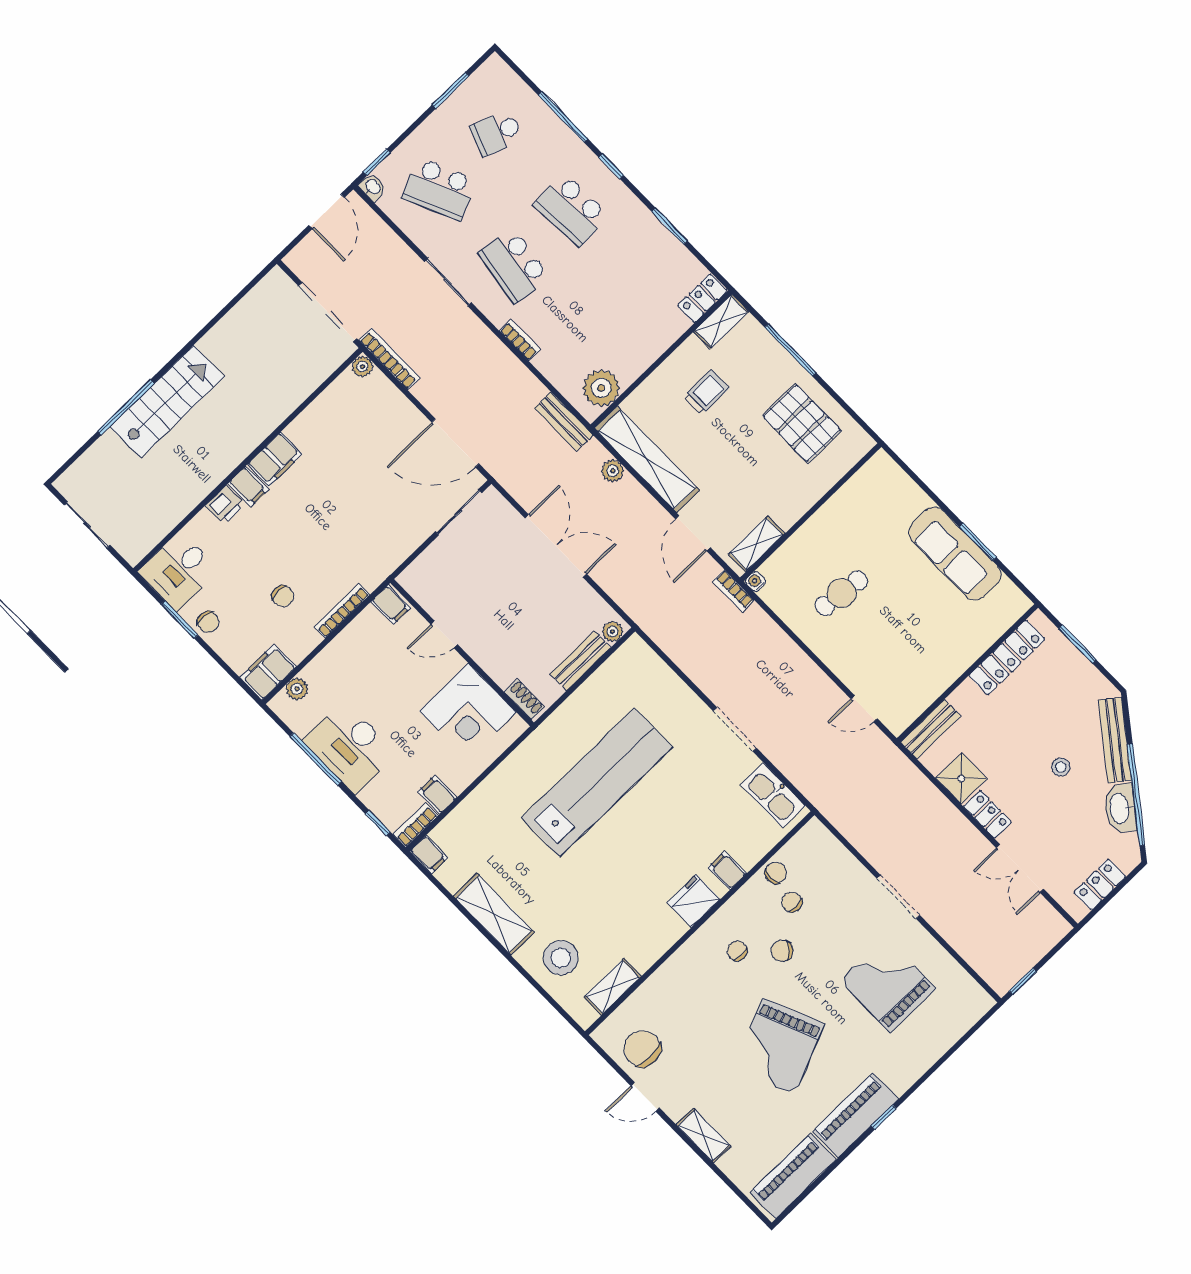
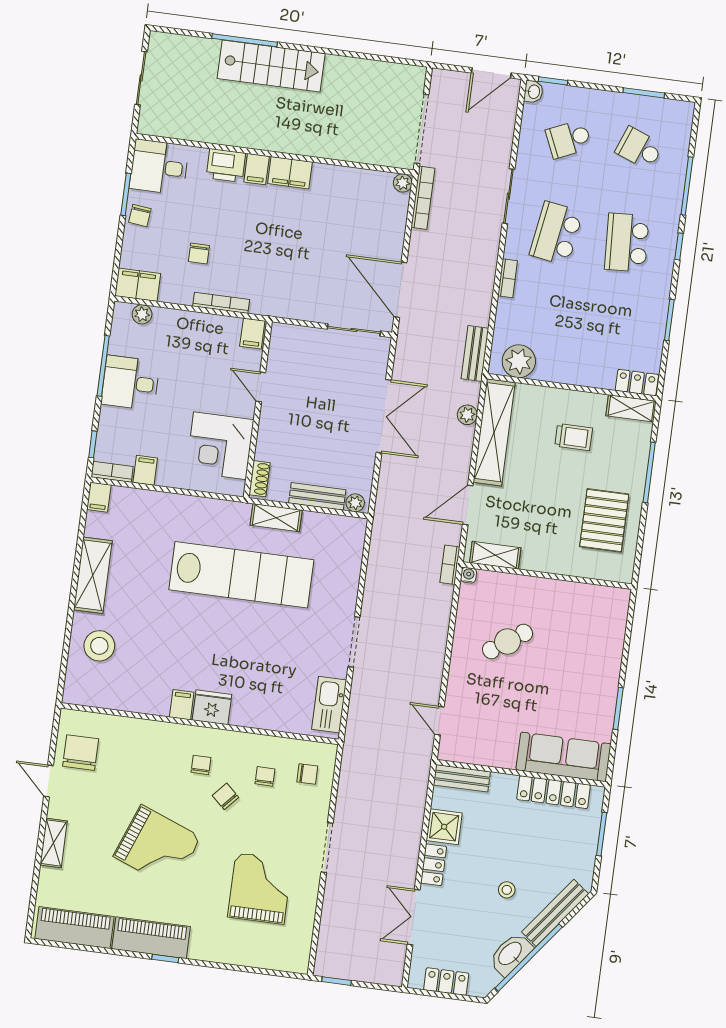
school desk: (439, 189) -> (569, 139), width x0.54
printer: (225, 505) -> (226, 165), width x1.36, depth x1.24
sofa: (955, 553) -> (563, 757), moved, turned 90
cafe table: (841, 593) -> (508, 641), turned -42
desk: (350, 747) -> (130, 383), width x0.73
filing cabinet: (727, 870) -> (182, 705), moved
chair: (776, 873) -> (307, 774), moved
shelving: (613, 987) -> (276, 518), moved
grand piano: (779, 1046) -> (157, 847), turned -136

